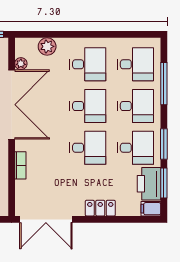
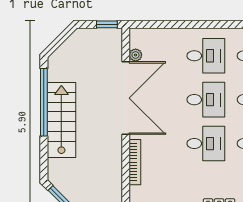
plant: (47, 46) -> (163, 37), removed
bookcase: (20, 165) -> (135, 162), width x1.56

